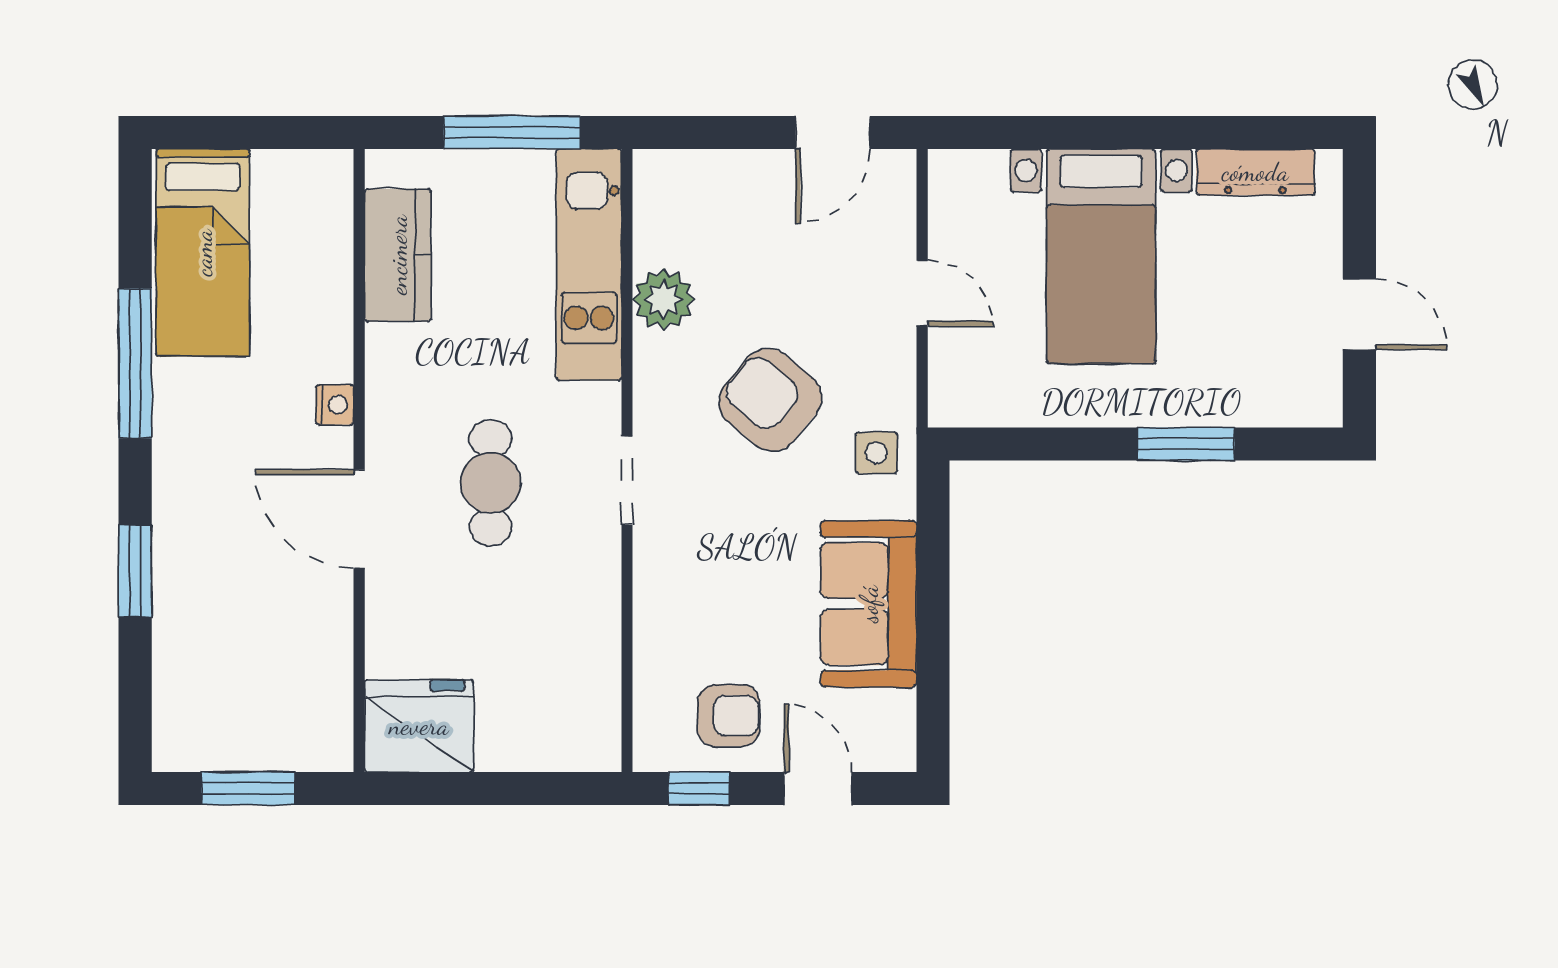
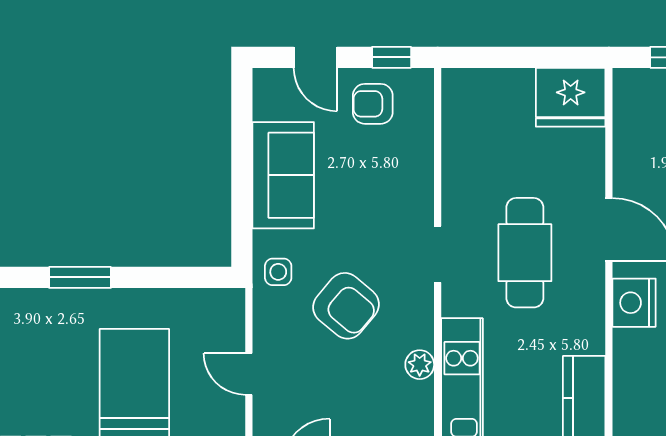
plant: (664, 299) -> (420, 365), width x0.73, depth x0.73
nightstand: (335, 405) -> (634, 303), width x1.89, depth x1.79
cafe table: (491, 483) -> (525, 253), width x1.37, depth x1.35

